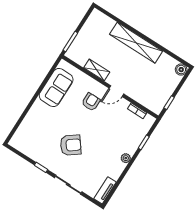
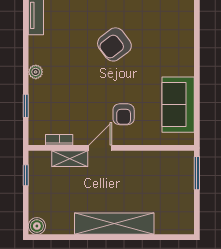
shelving: (97, 70) -> (70, 159), moved

